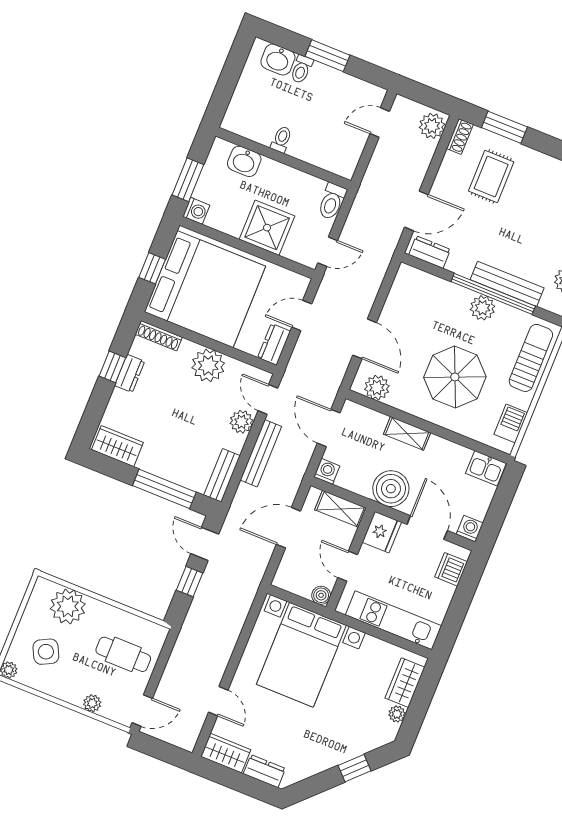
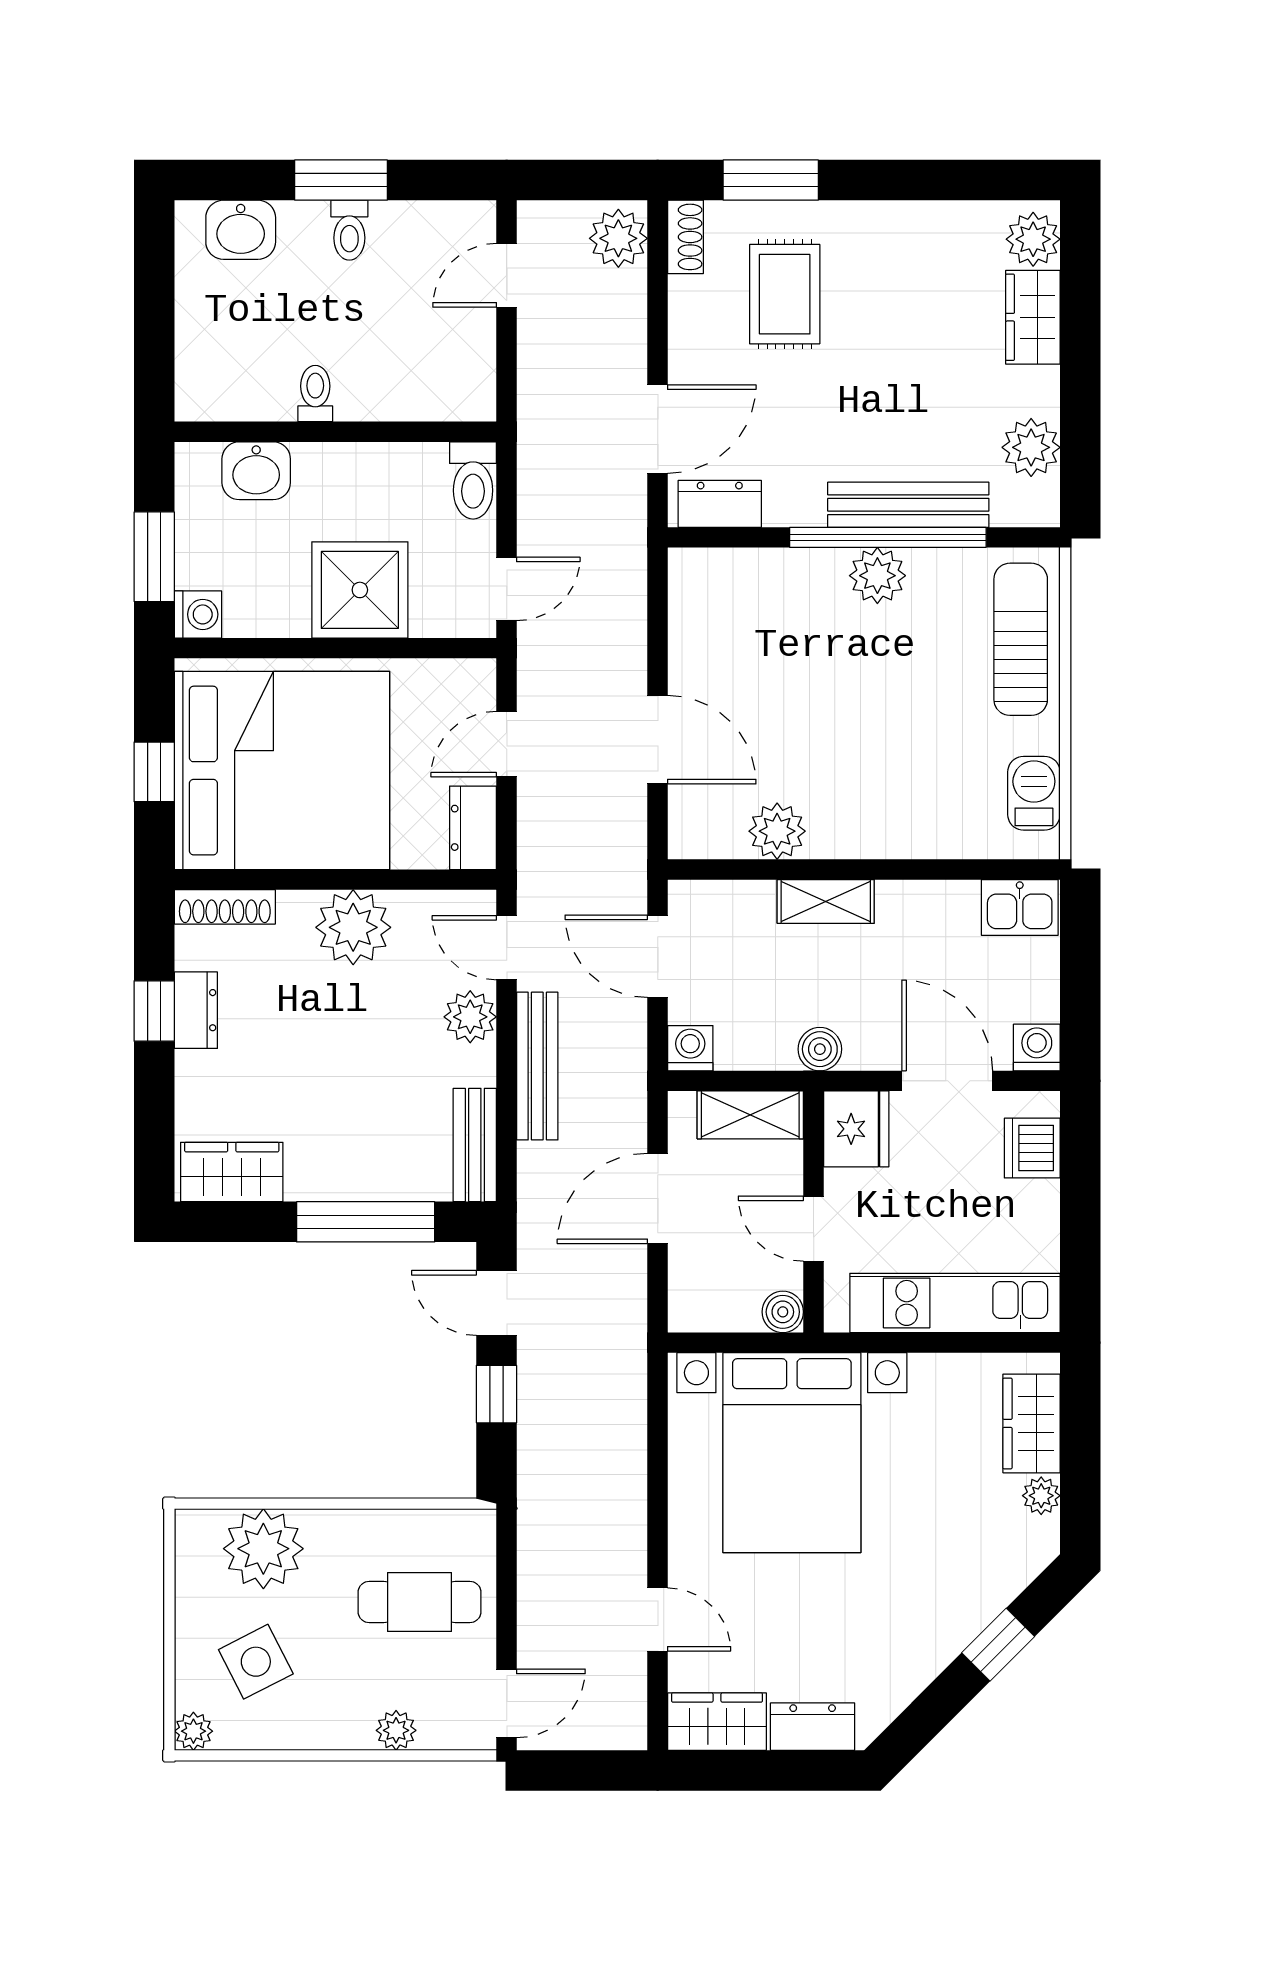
toilet: (301, 69) -> (349, 230), moved
parasol: (455, 377) -> (878, 743), removed
plant: (377, 388) -> (777, 831), moved
boiler: (391, 489) -> (820, 1049), width x0.54, depth x0.54

